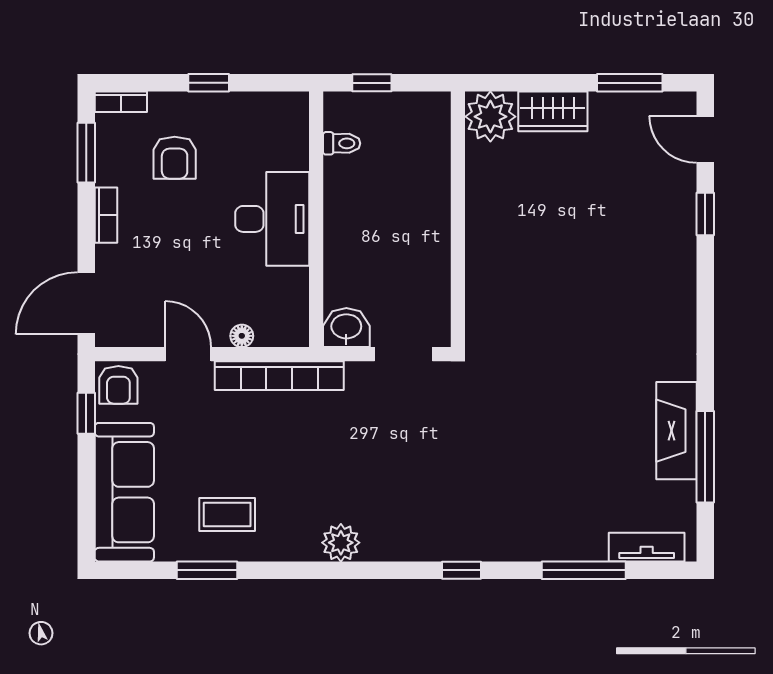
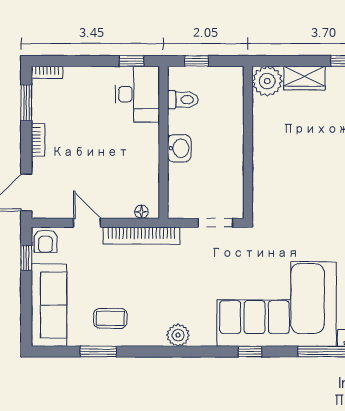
window: (209, 83) -> (132, 61), moved
toilet: (342, 143) -> (183, 100), width x1.37, depth x1.39
armchair: (175, 158) -> (79, 106), removed
desk: (272, 219) -> (137, 94), moved
washbasin: (346, 328) -> (179, 148), moved, turned 90
floor lamp: (242, 336) -> (141, 212), moved
corner sofa: (506, 490) -> (277, 304), added

